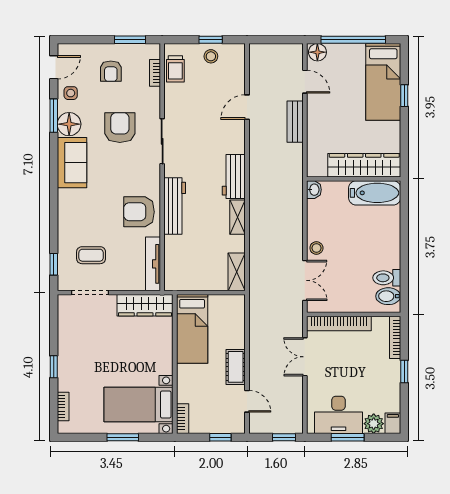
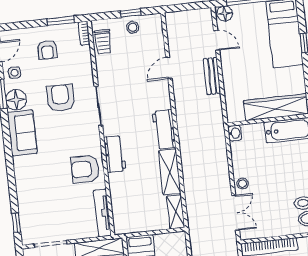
bookcase: (155, 73) -> (84, 33), moved
workbench: (175, 206) -> (115, 154), width x0.73
shelving: (238, 217) -> (170, 172), width x1.50, depth x1.33
coffee table: (91, 255) -> (48, 211), removed

